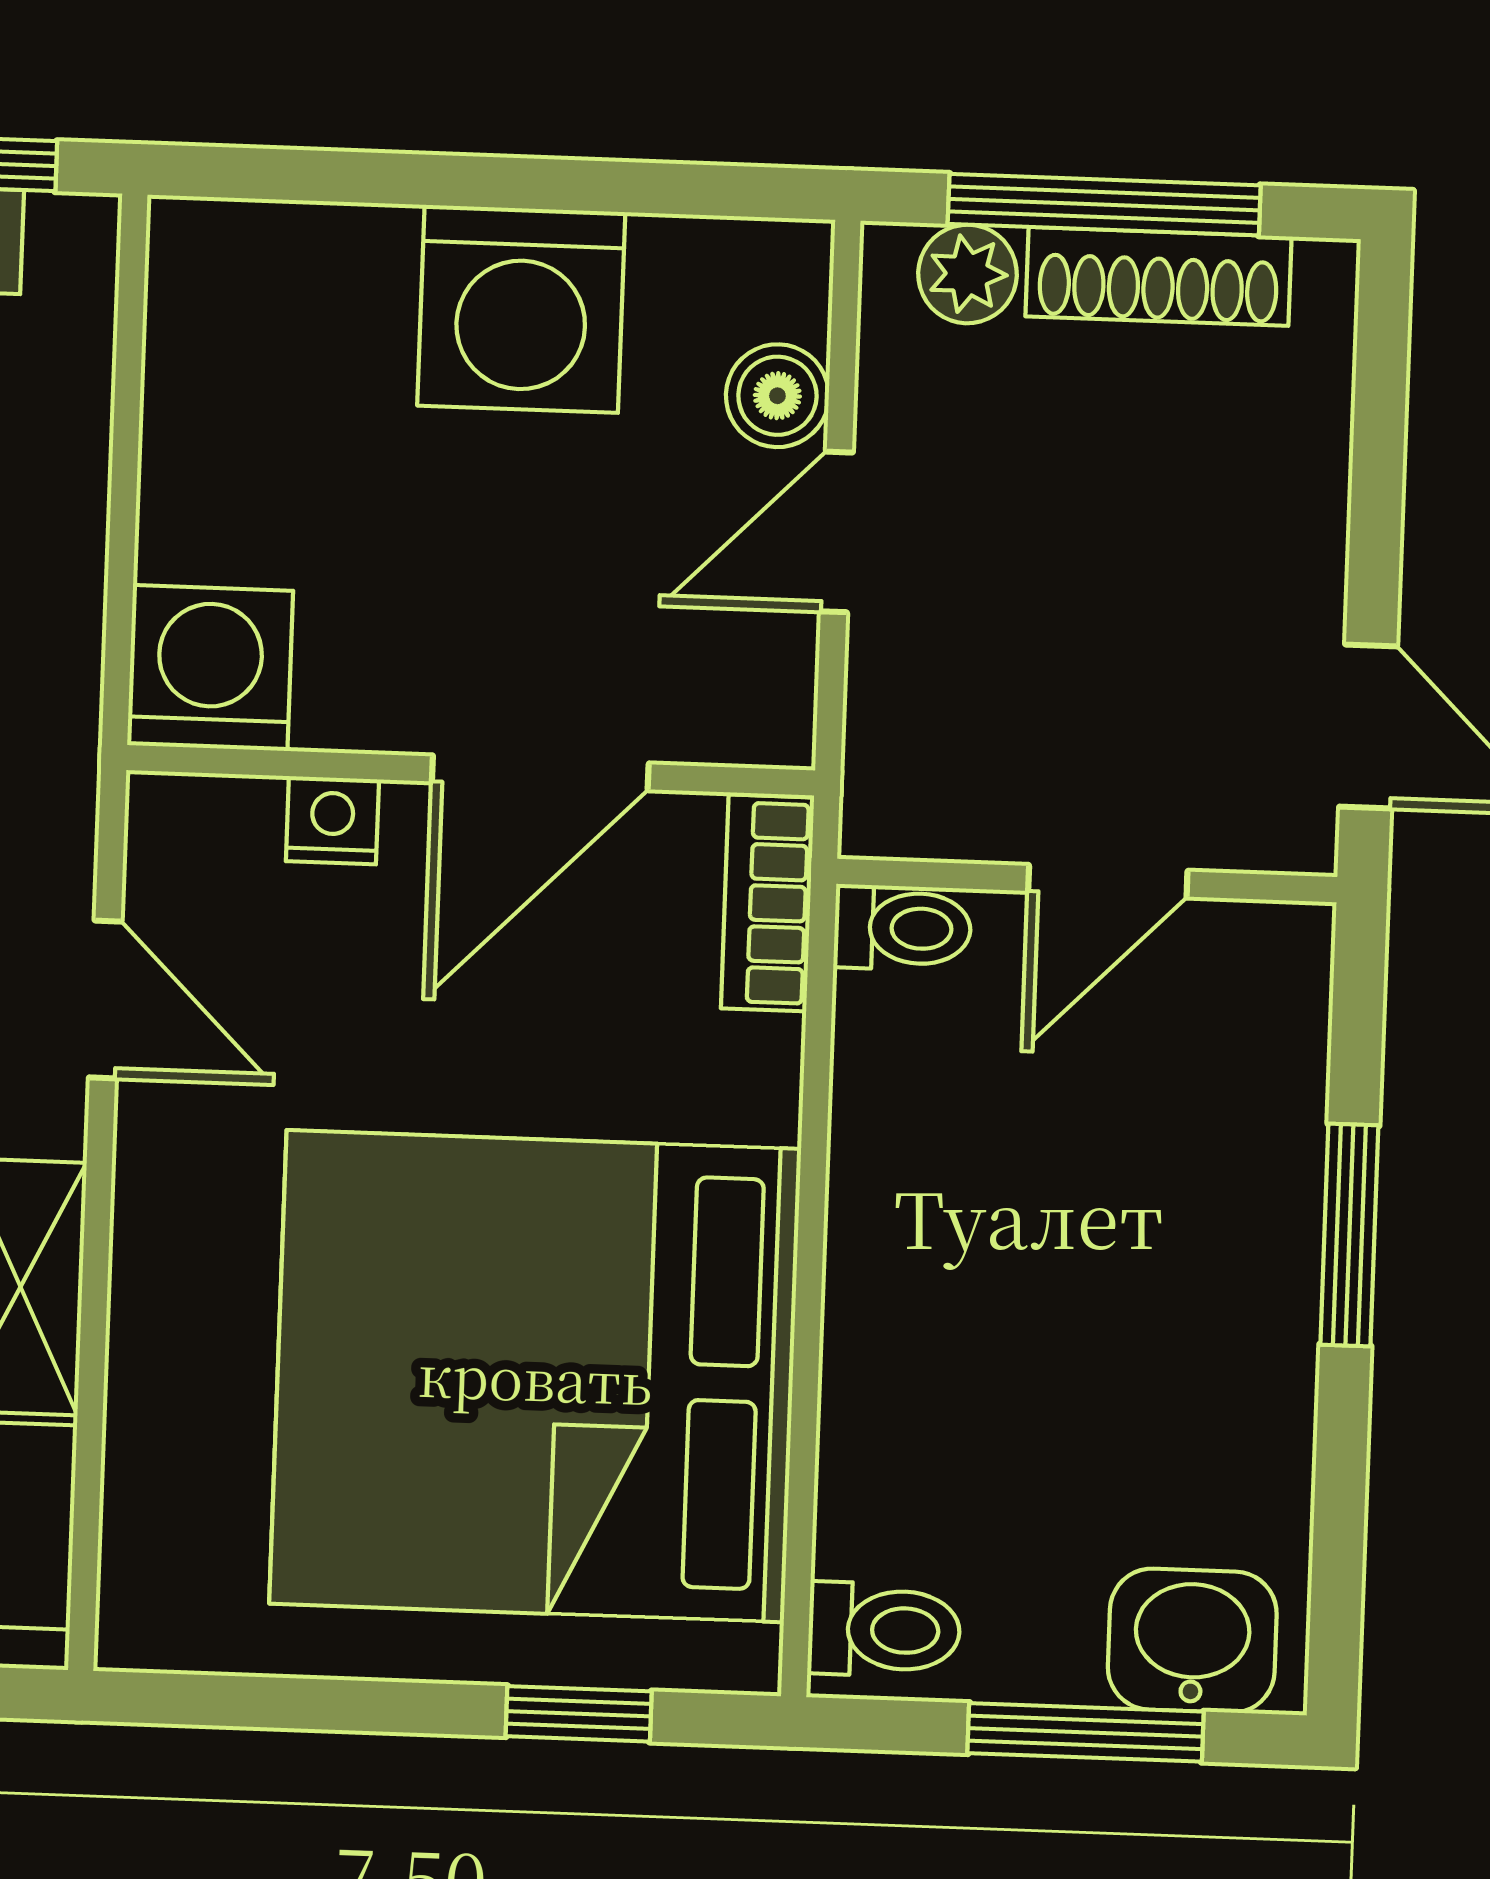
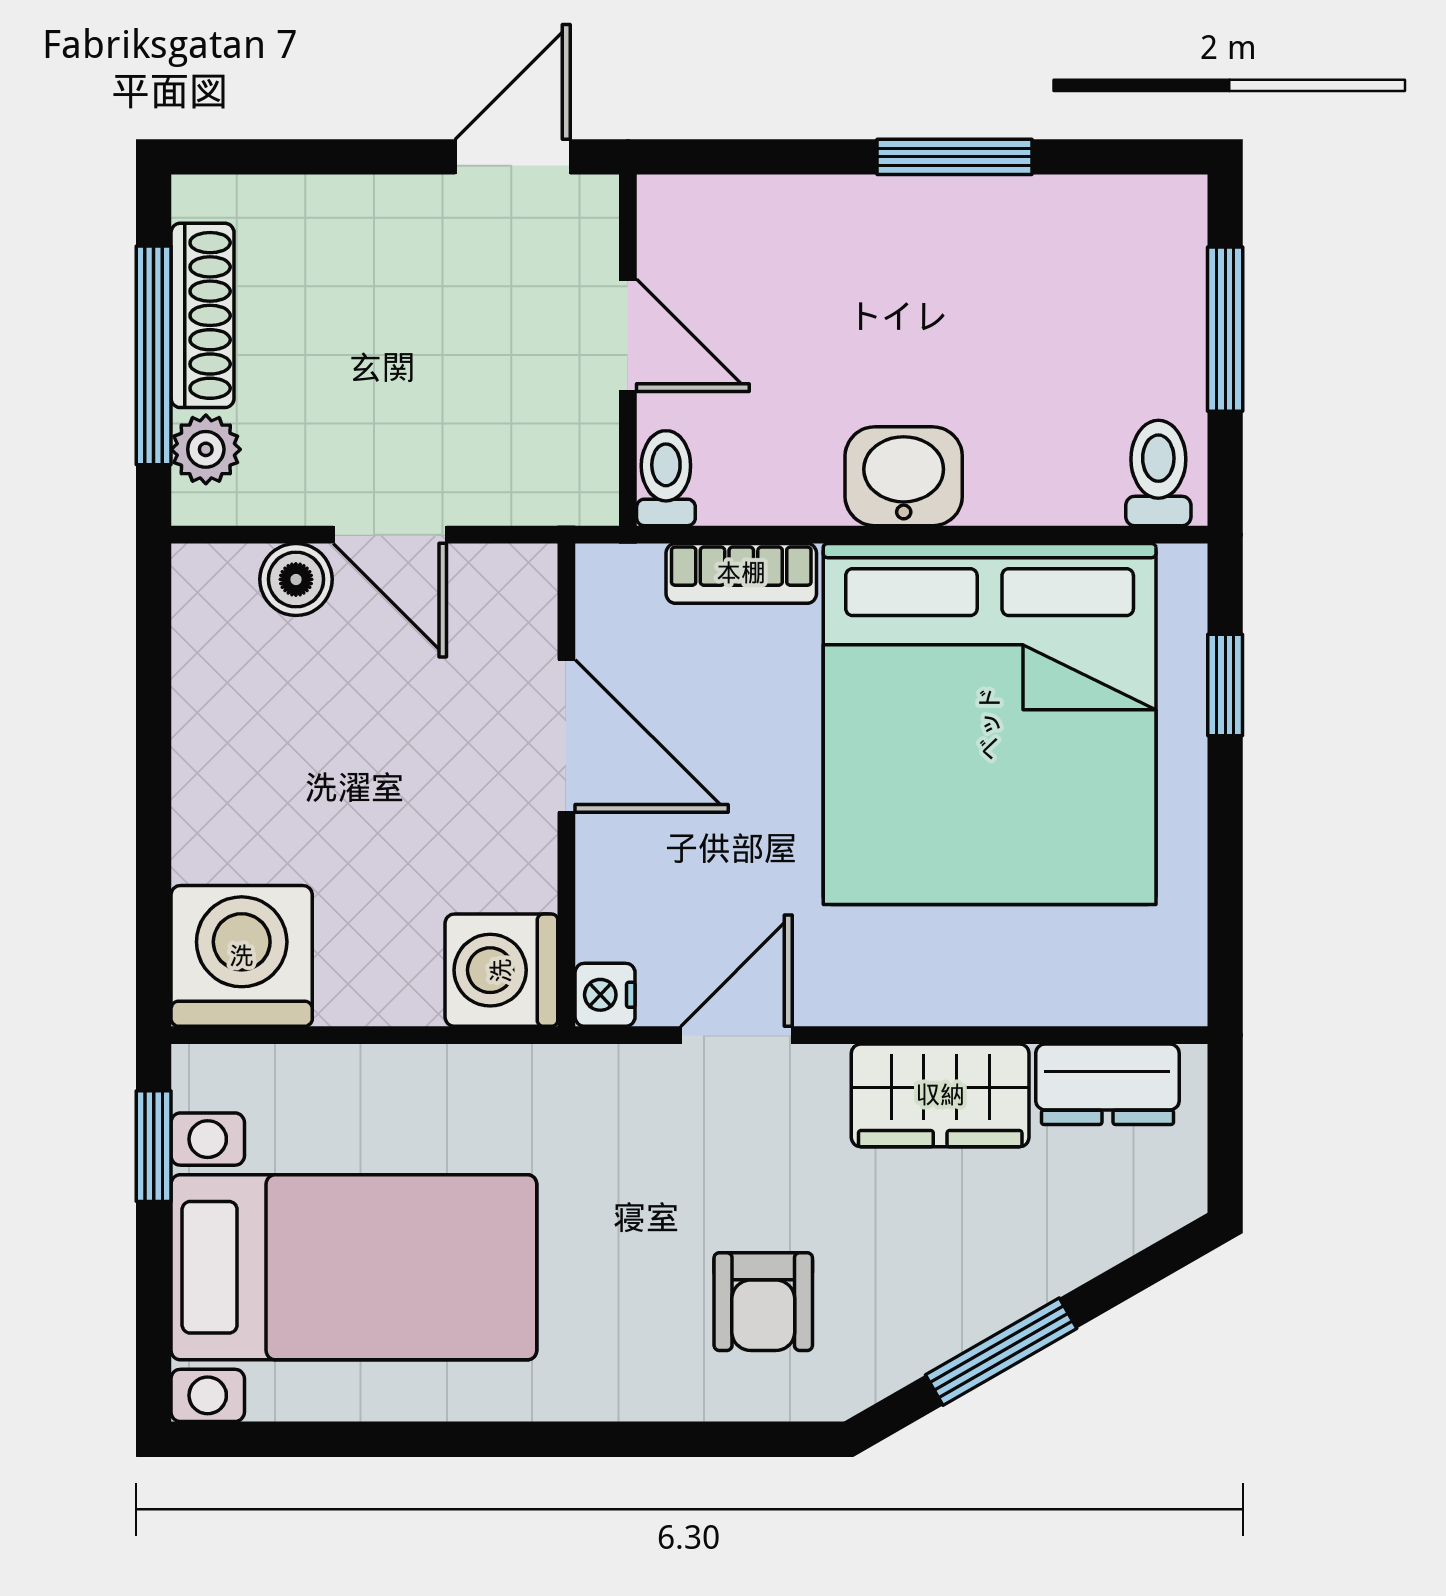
washing machine: (521, 309) -> (242, 956), moved, turned -90
nightstand: (332, 820) -> (605, 995), moved
bookcase: (768, 903) -> (741, 573), moved
window: (1349, 1235) -> (954, 157), moved
washbasin: (1192, 1641) -> (904, 476), moved, turned 90

